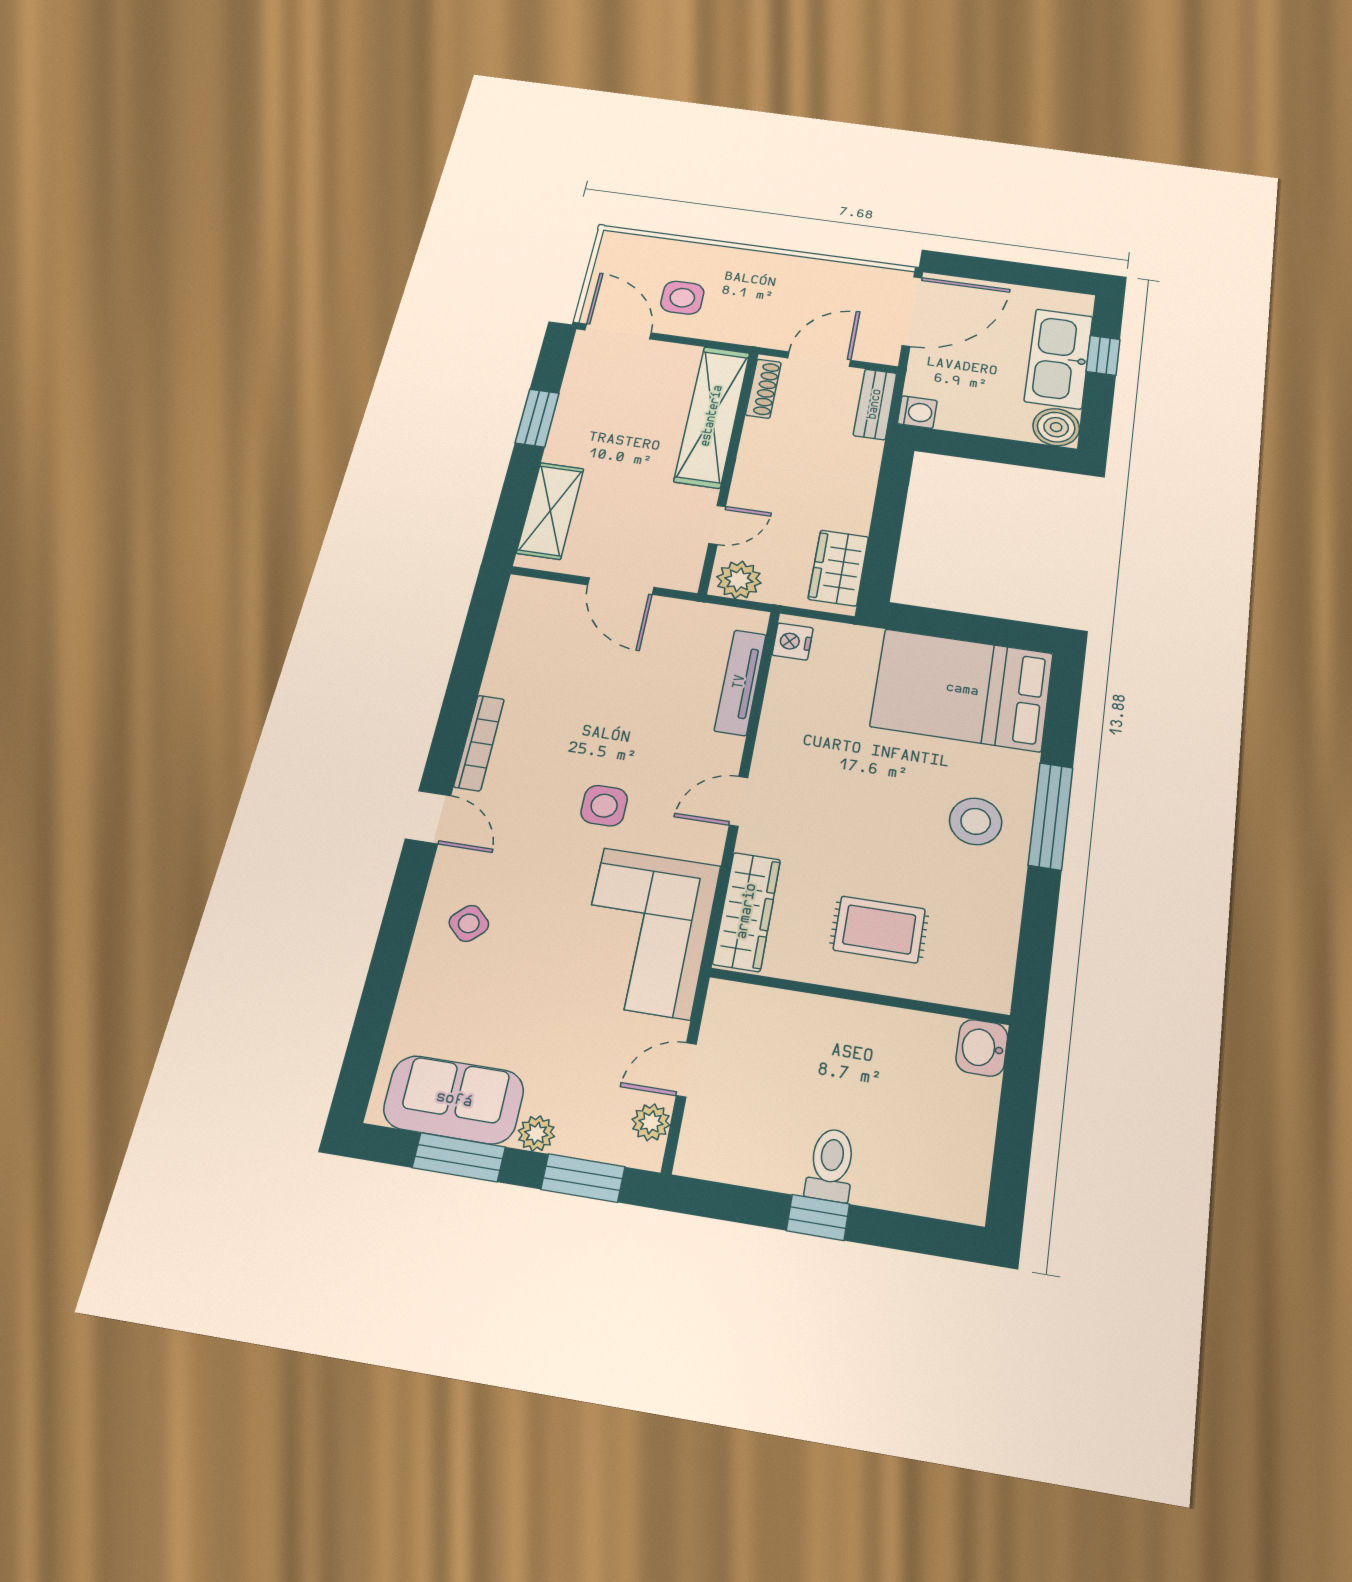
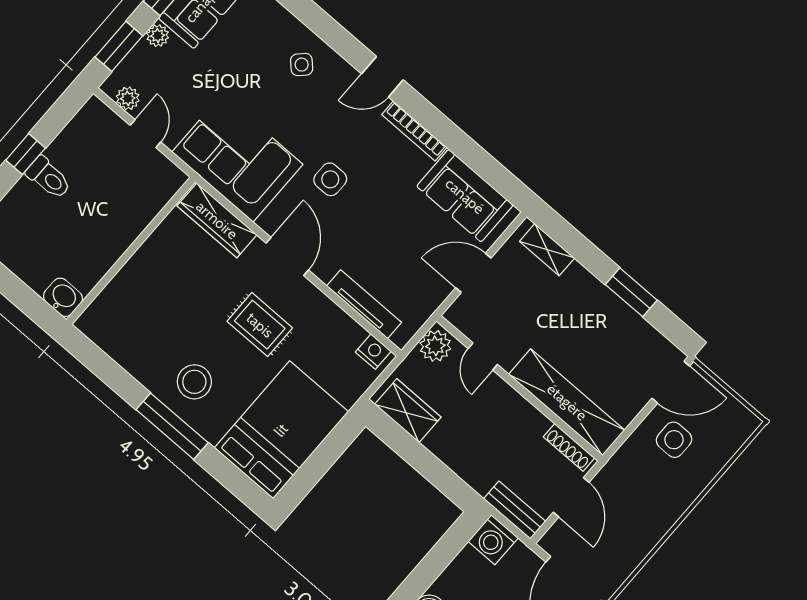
washing machine: (917, 412) -> (493, 540), width x1.38, depth x1.38
shelving: (550, 511) -> (547, 250), width x0.67, depth x0.75
sofa: (529, 644) -> (465, 196), added
door: (739, 801) -> (287, 257), width x1.38
rug: (879, 929) -> (260, 325), moved, turned 90

